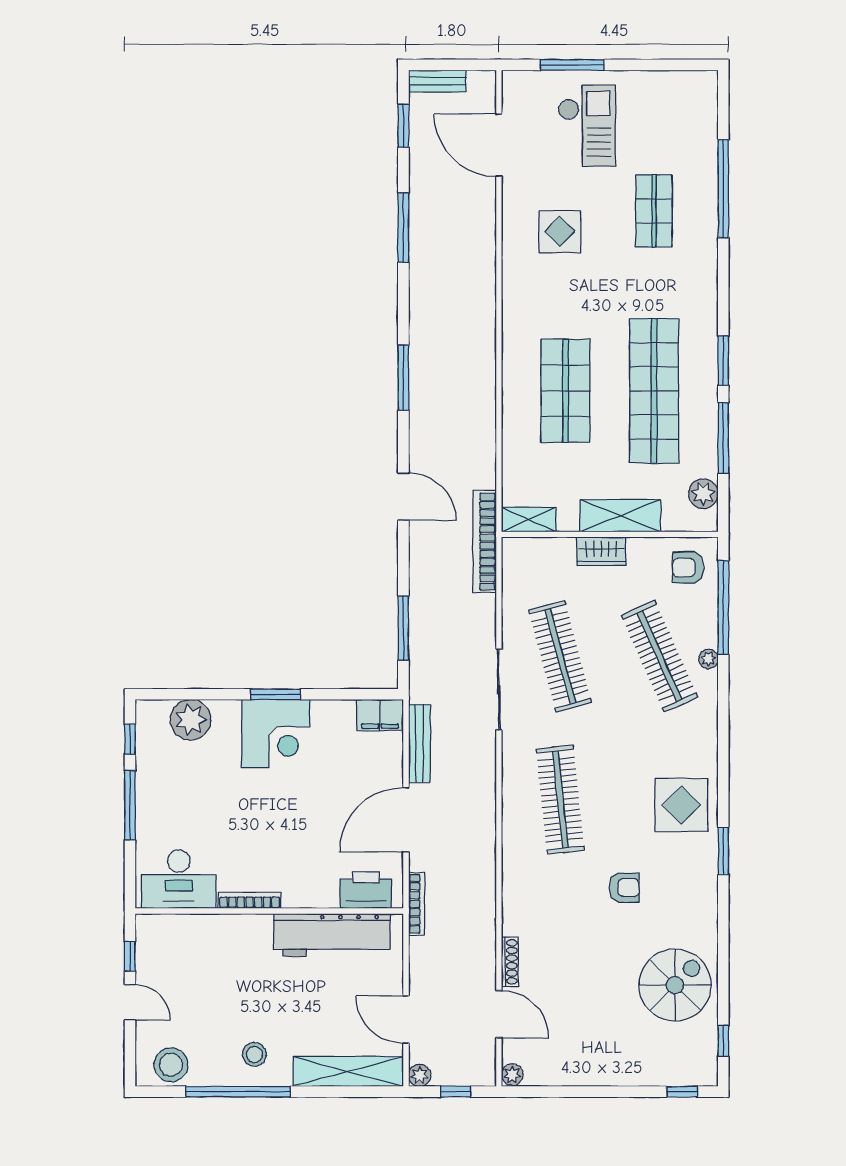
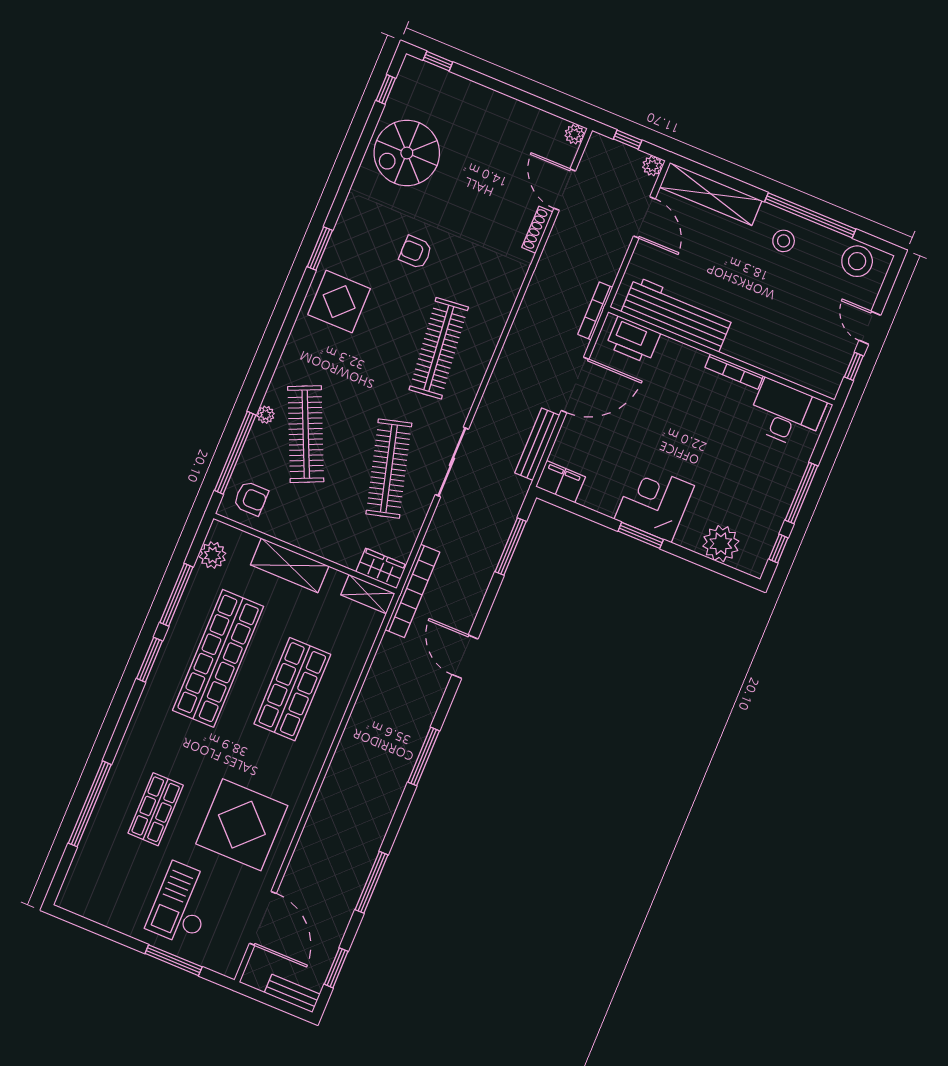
display table: (560, 232) -> (242, 825), width x1.86, depth x1.86
wardrobe: (601, 551) -> (381, 568), moved

